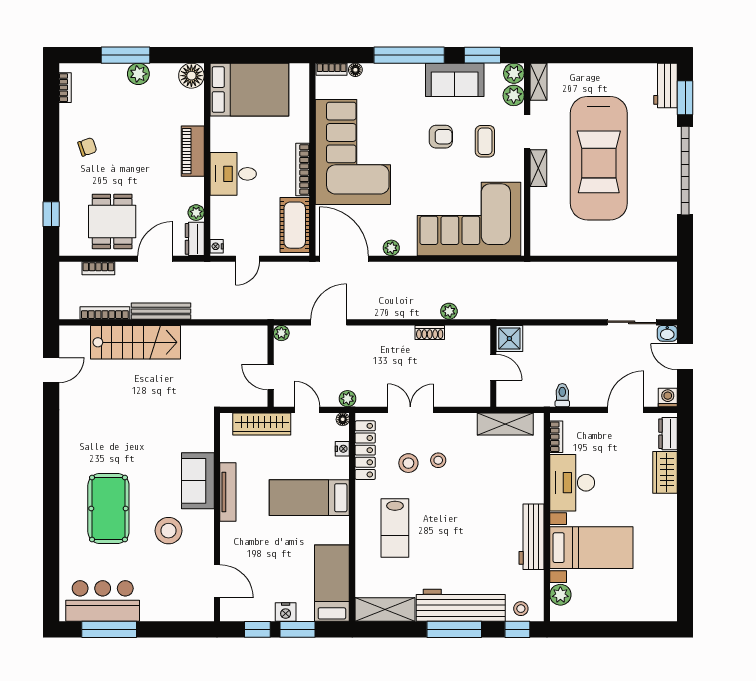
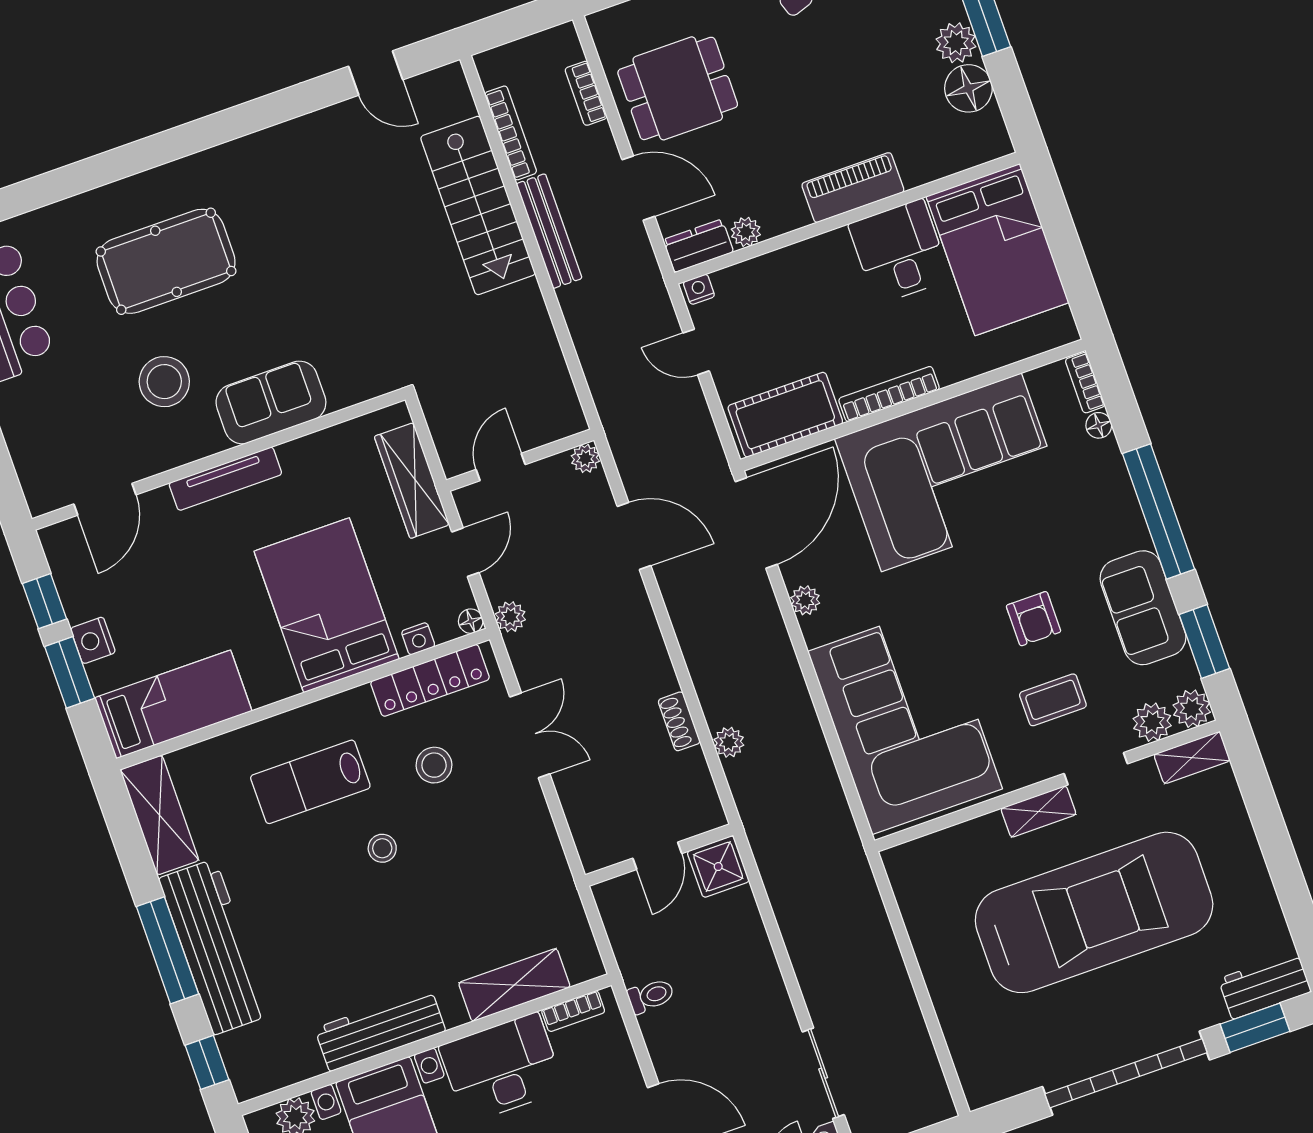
floor lamp: (191, 76) -> (968, 88), moved
car: (599, 158) -> (1094, 912), turned 180
desk: (233, 174) -> (899, 252), moved
shelving: (505, 424) -> (514, 985), moved, turned 90
stool: (438, 460) -> (382, 848), moved
tv unit: (228, 492) -> (225, 479), moved
bed: (309, 498) -> (327, 605), width x1.50
stool: (521, 609) -> (246, 1056), removed

